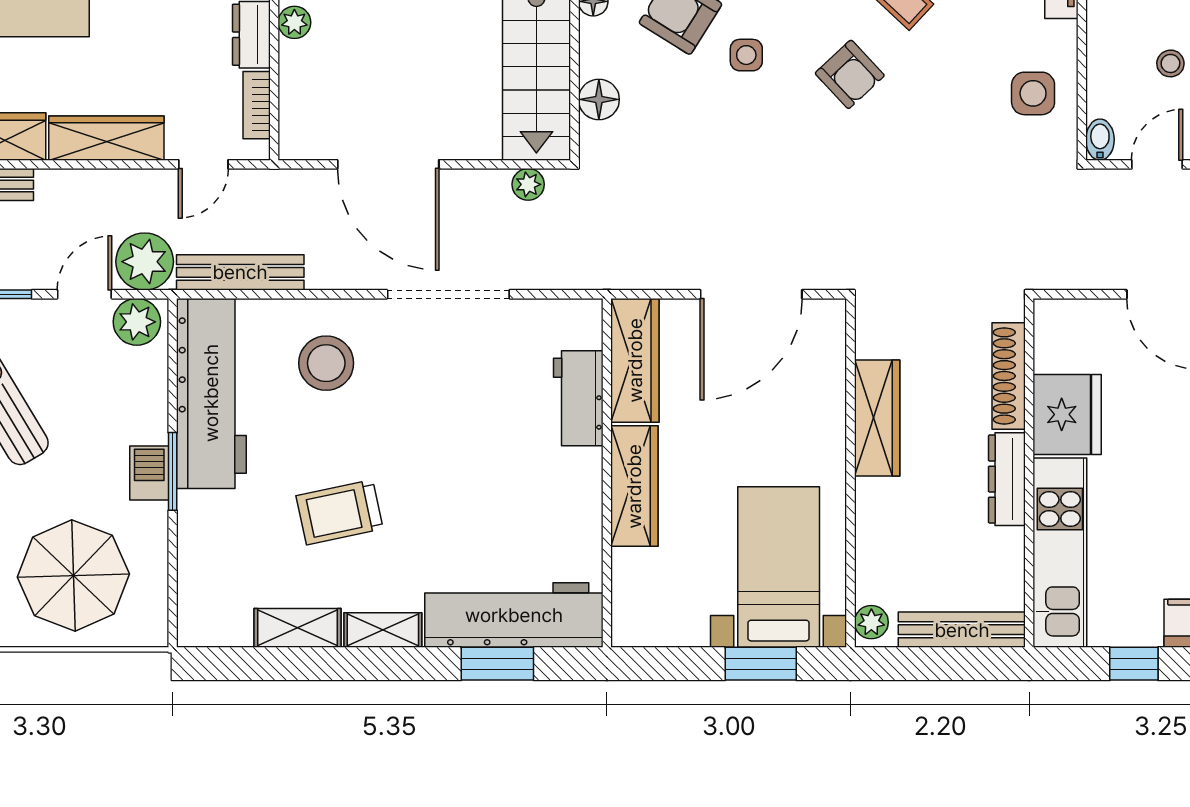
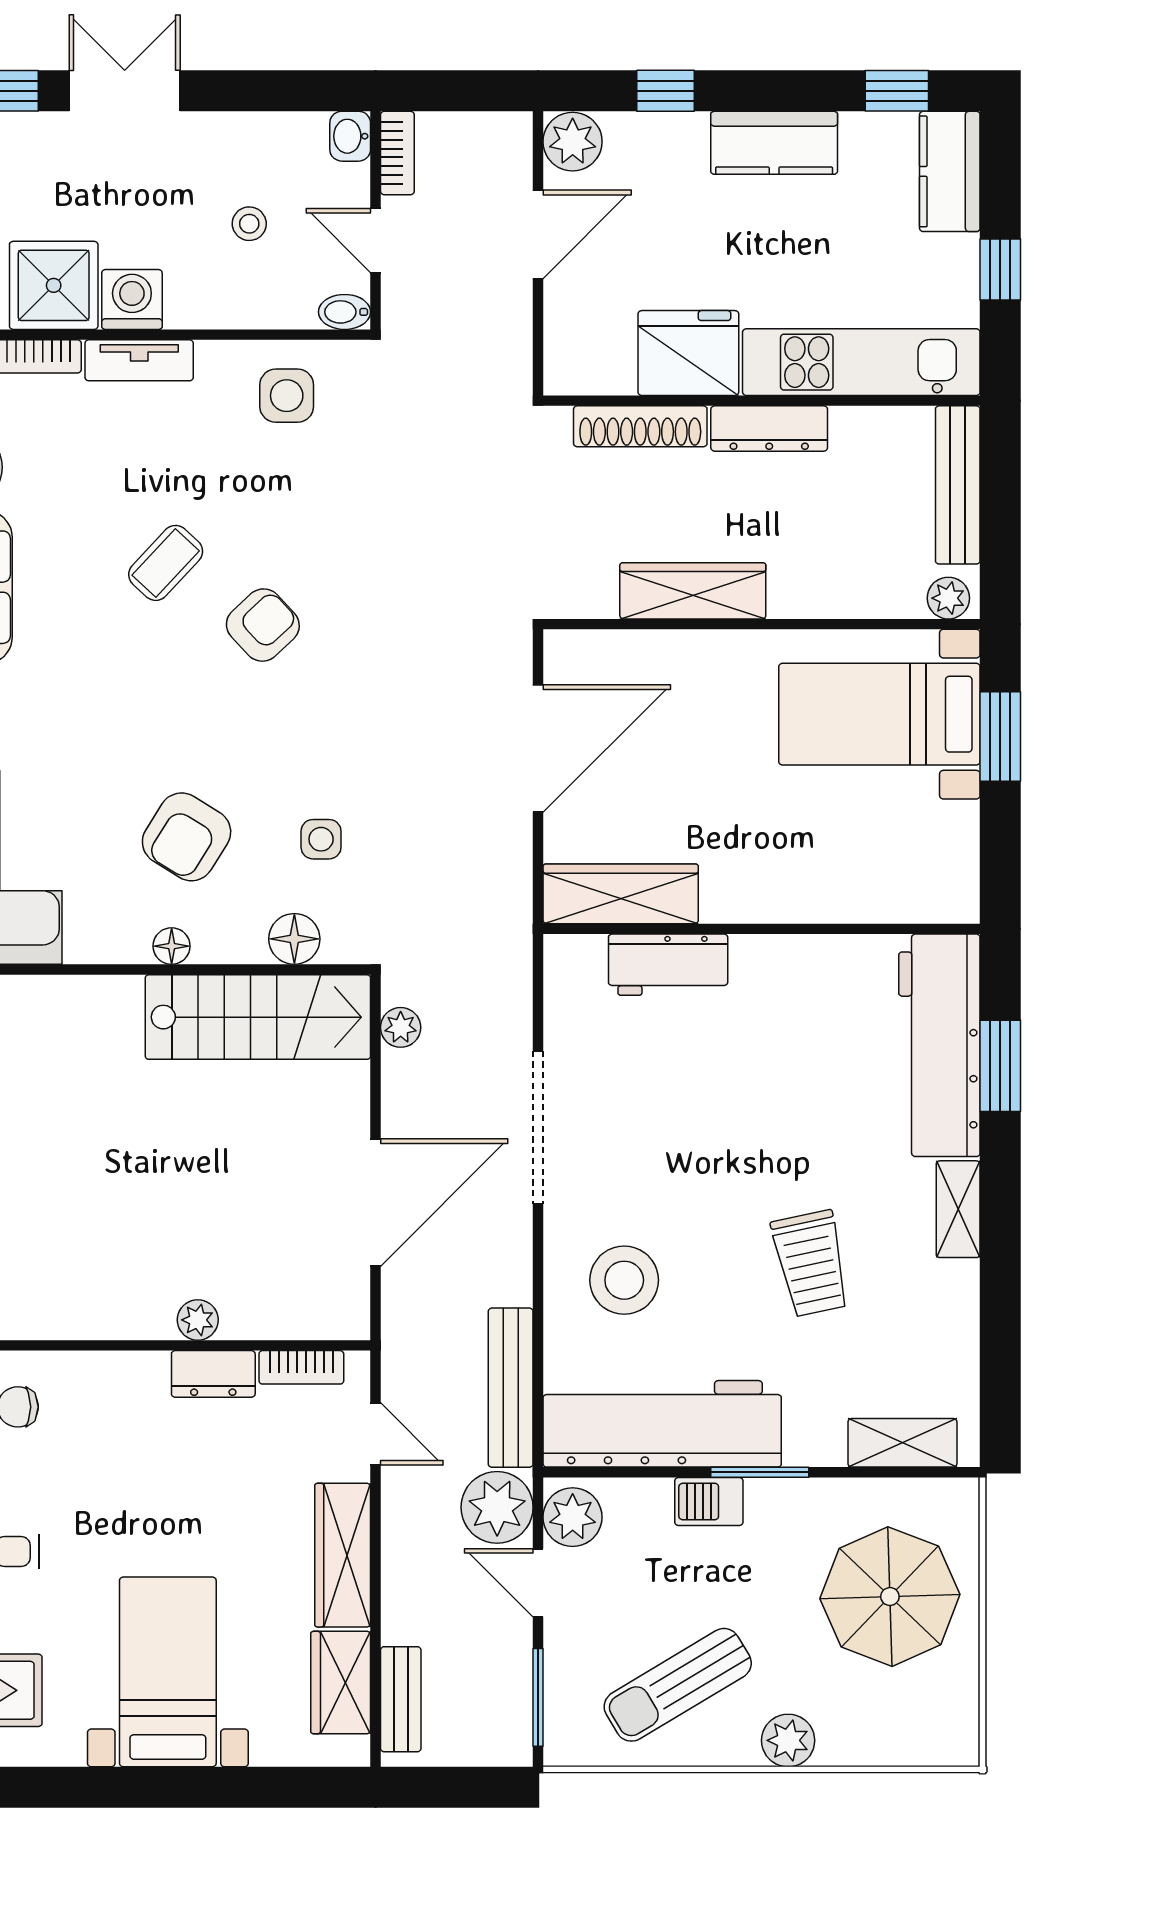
side table: (746, 55) -> (321, 839), moved
door: (751, 294) -> (538, 748), hinge flipped
barbecue: (149, 473) -> (709, 1502), moved
wardrobe: (634, 486) -> (778, 895), removed
shelving: (297, 628) -> (902, 1443), moved, turned 90

